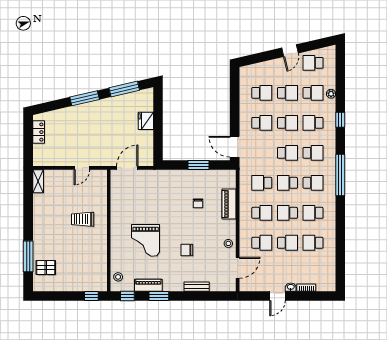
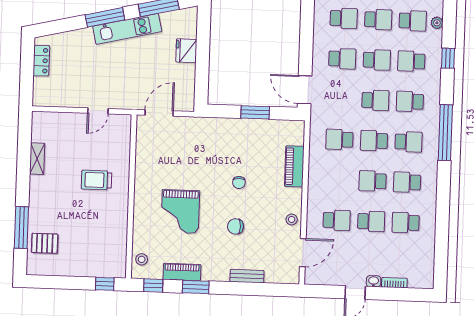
kitchen unit: (101, 106) -> (127, 29), added
school desk: (313, 153) -> (410, 101), turned 180
shelving: (38, 181) -> (37, 159), moved
chair: (198, 203) -> (239, 183), moved
school desk: (262, 213) -> (338, 180), removed

